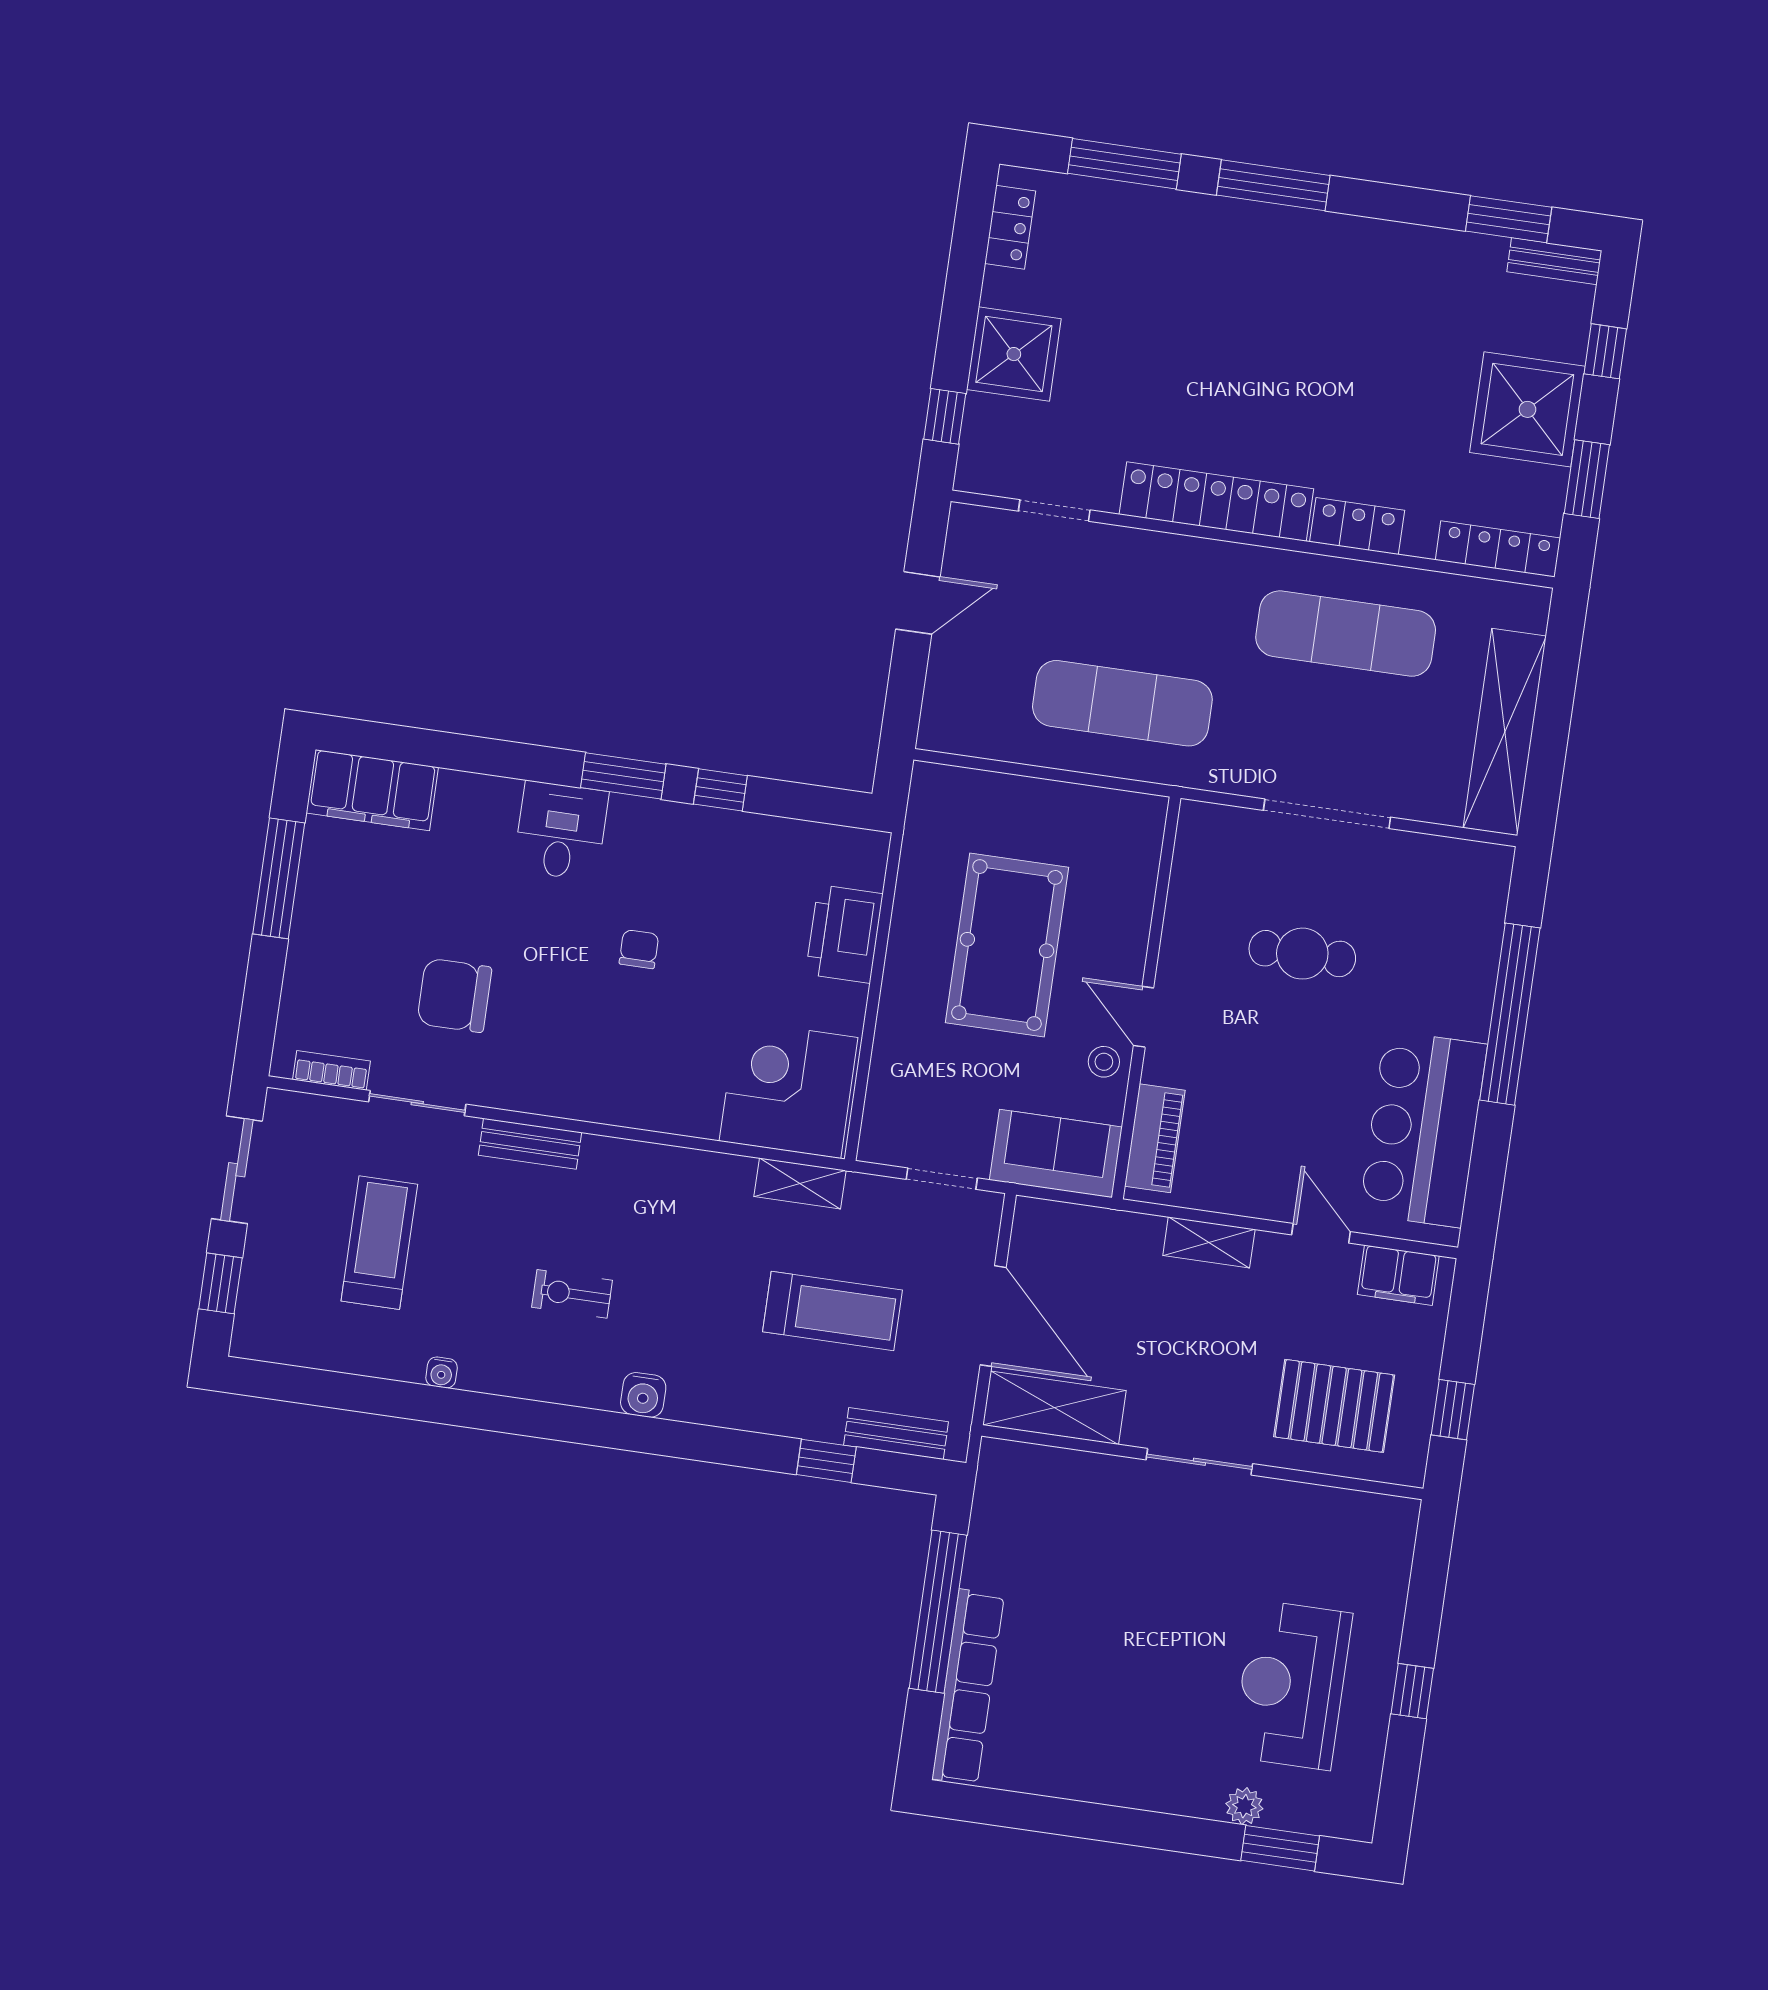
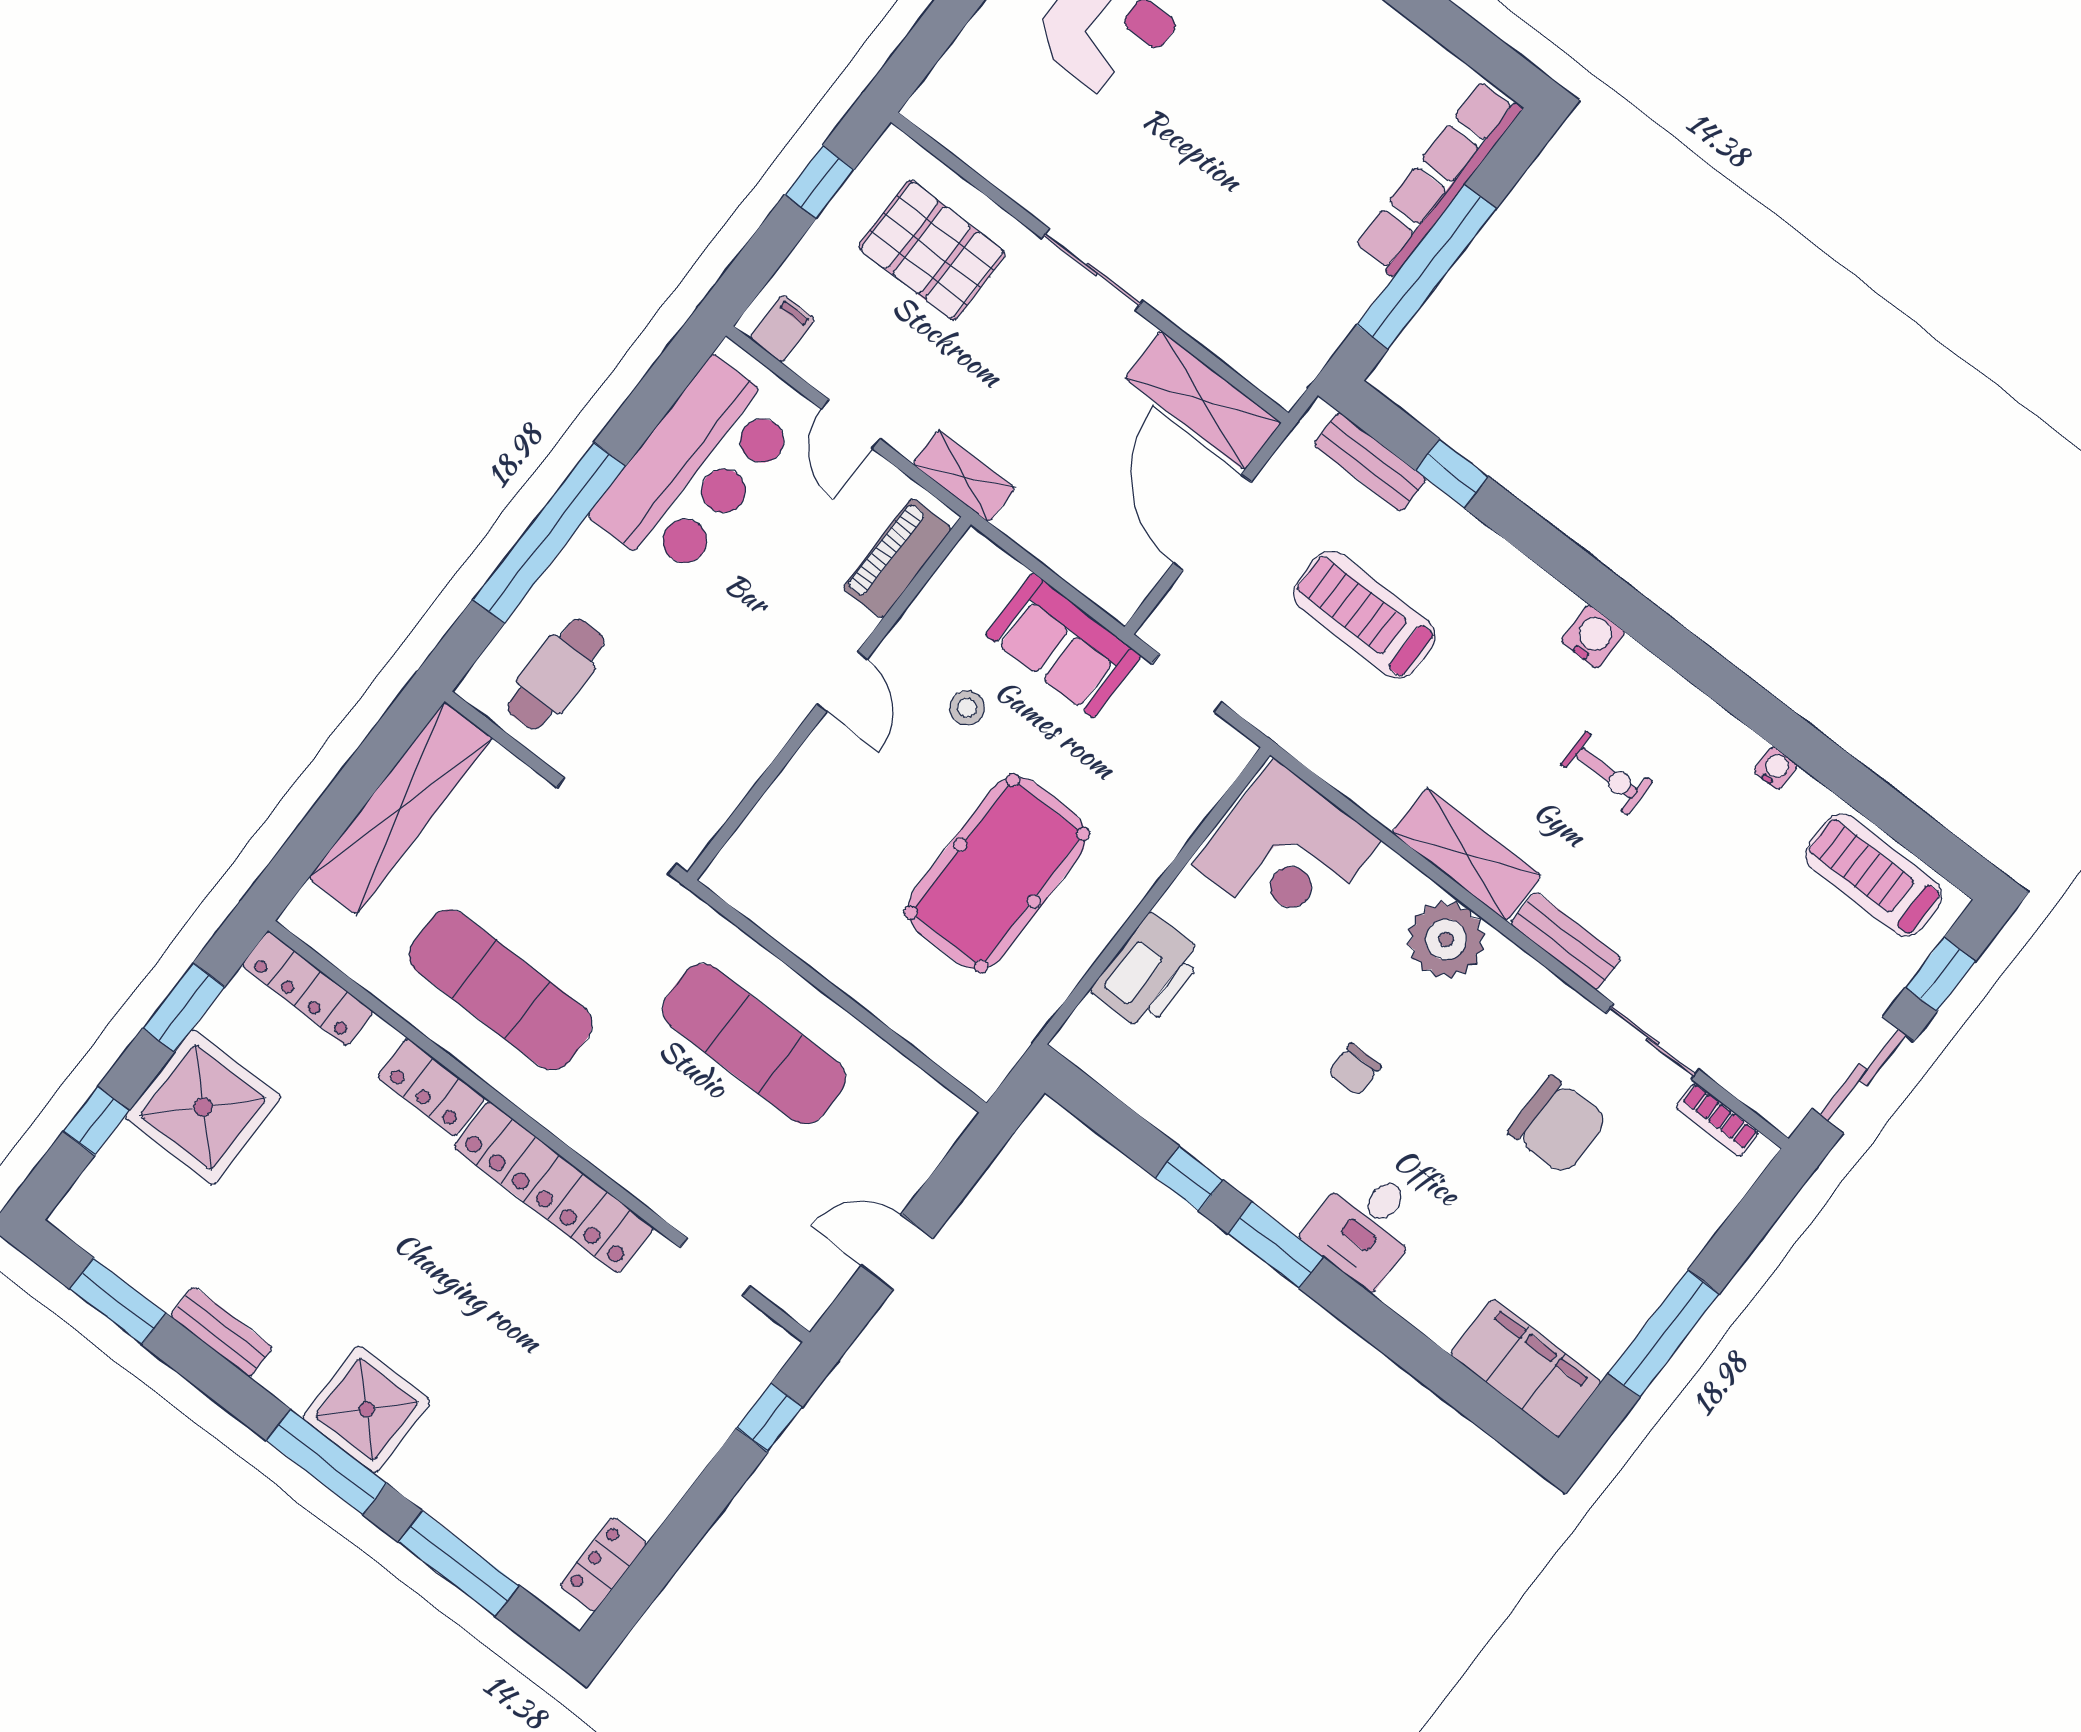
bench: (1554, 261) -> (221, 1332), moved
shower: (1014, 354) -> (367, 1409), moved
cafe table: (1302, 954) -> (556, 674), moved, turned 90
wall: (1146, 998) -> (829, 698), moved
door: (1144, 1017) -> (842, 682), moved
plant: (625, 1092) -> (1446, 939), added
piano: (1155, 1138) -> (897, 558), moved
shelving: (800, 1183) -> (1467, 854), moved, width x1.50, depth x1.33
treadmill: (379, 1243) -> (1874, 875), moved, turned 90
filing cabinet: (1398, 1275) -> (782, 329), width x0.50

